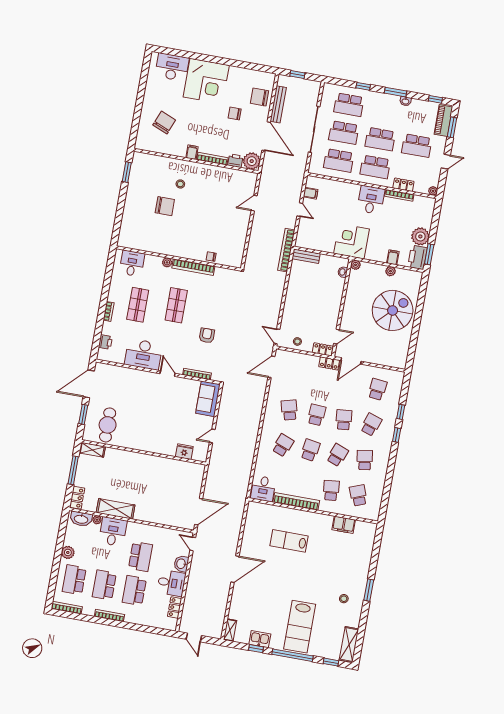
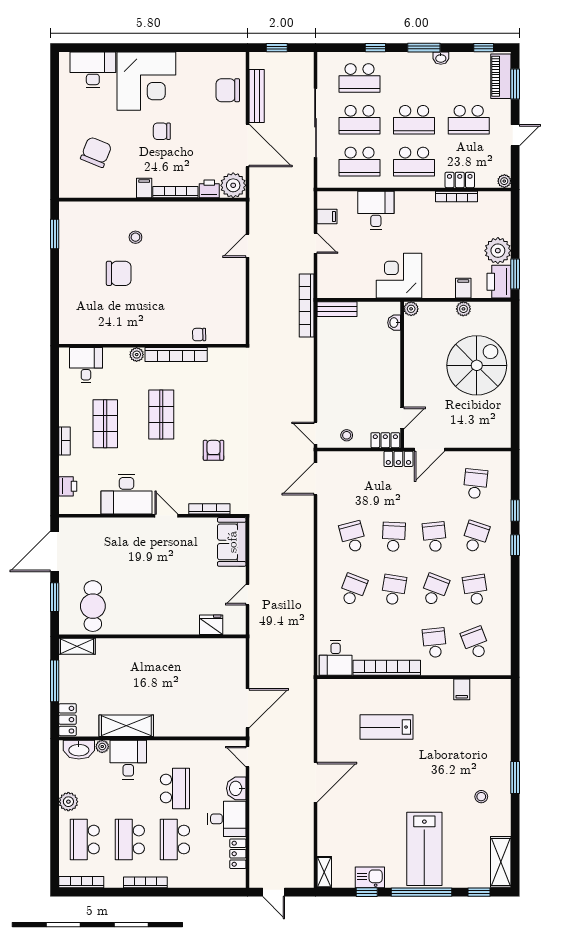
chair: (235, 113) -> (162, 131), moved
desk: (371, 200) -> (376, 210), moved
filing cabinet: (344, 525) -> (462, 689), width x0.50

